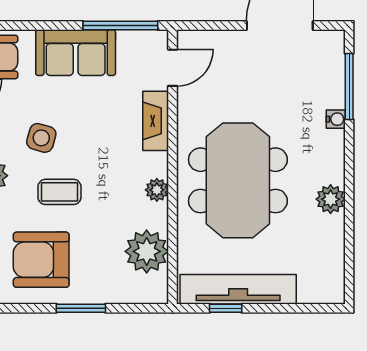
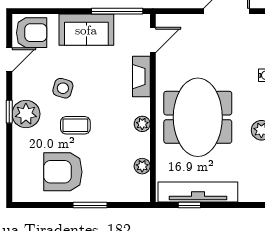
plant: (147, 251) -> (142, 166), width x0.53, depth x0.53

